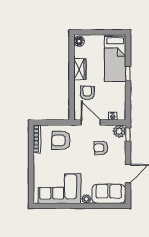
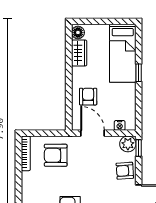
wardrobe: (80, 69) -> (79, 53), moved
armchair: (101, 148) -> (125, 171), moved

